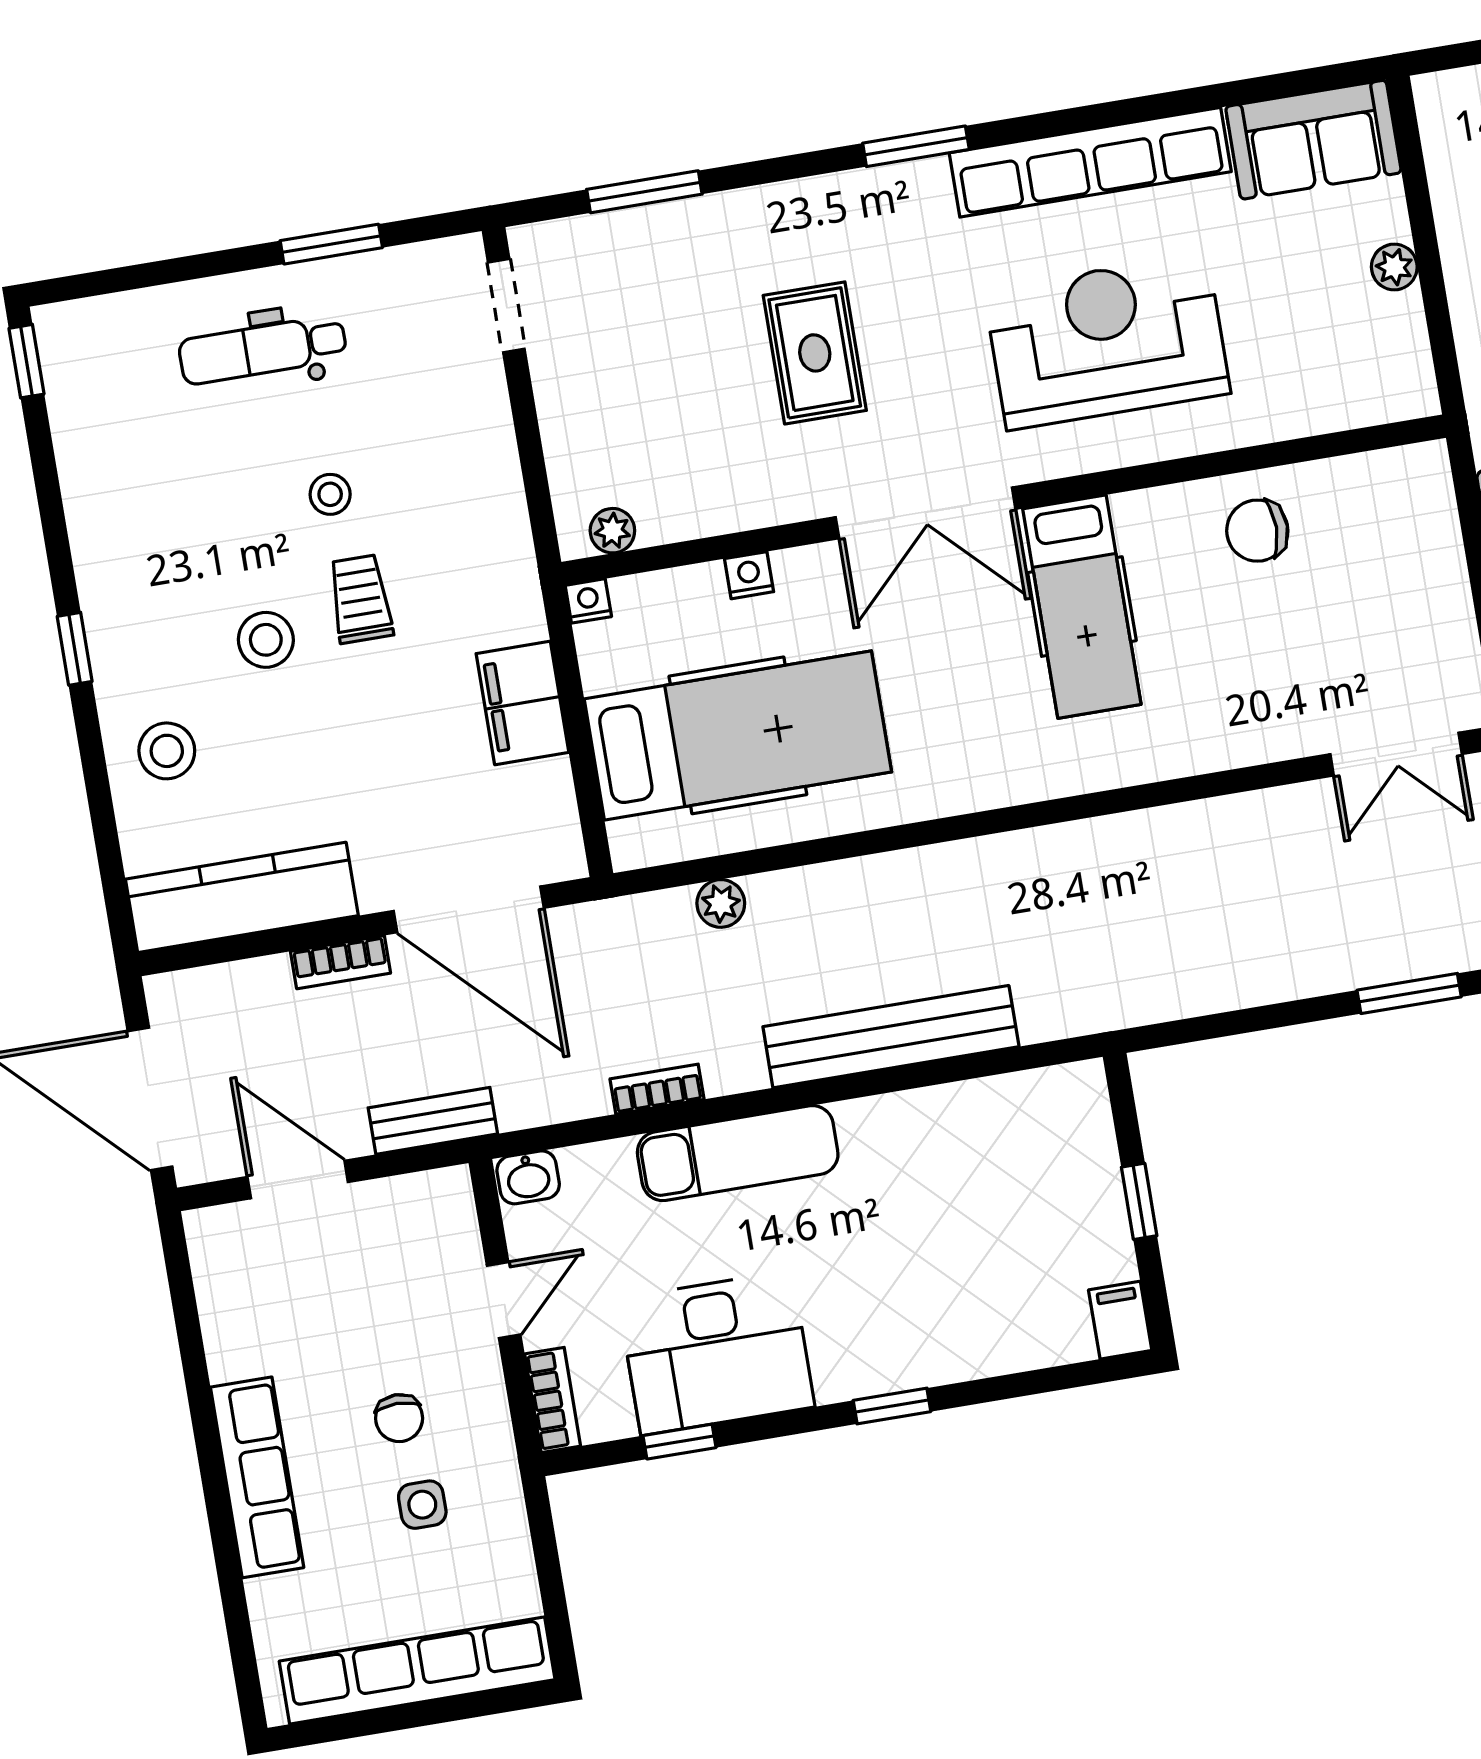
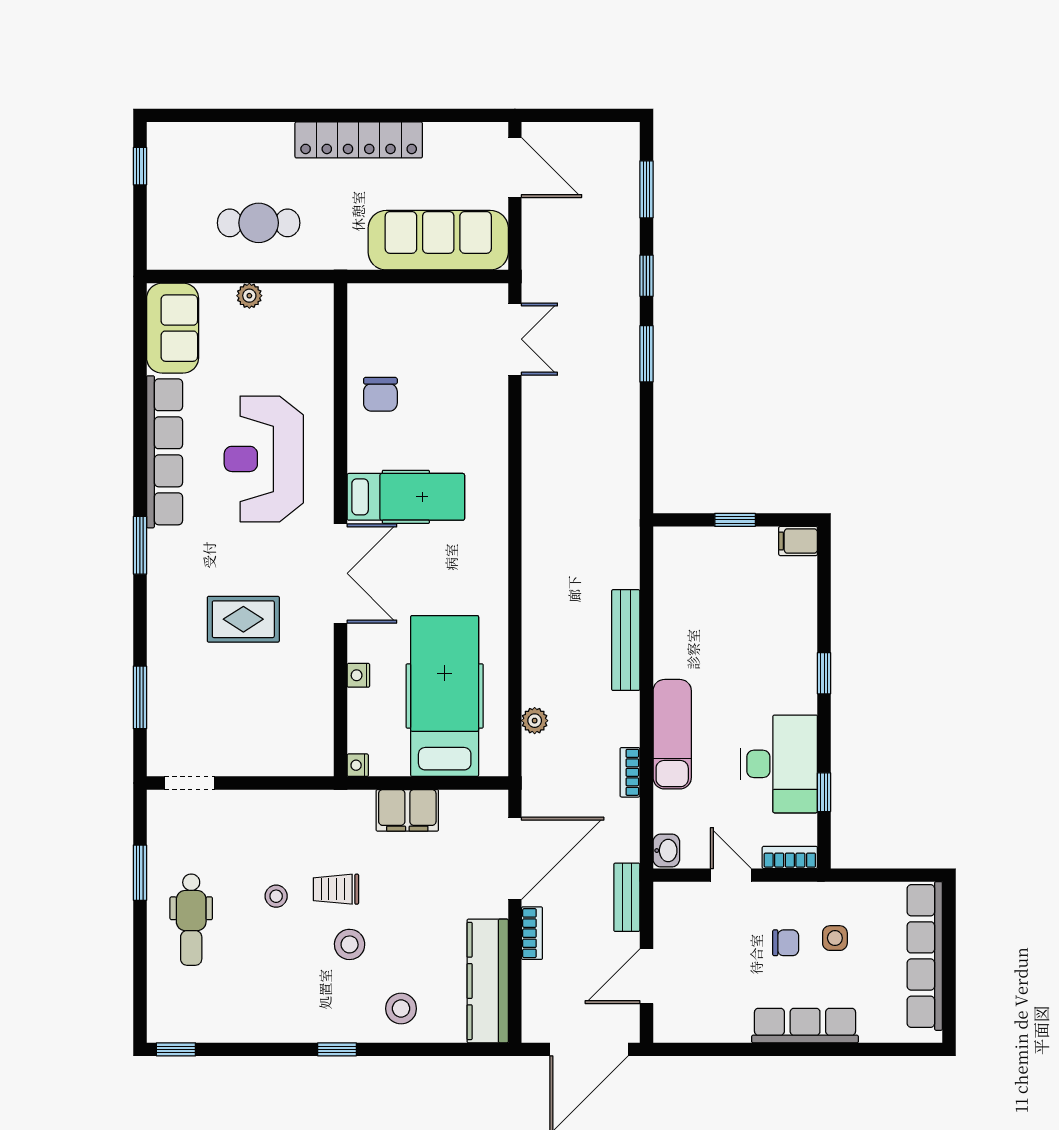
plant: (612, 531) -> (322, 746), removed
bench: (891, 1037) -> (626, 640), width x0.73, depth x0.82

